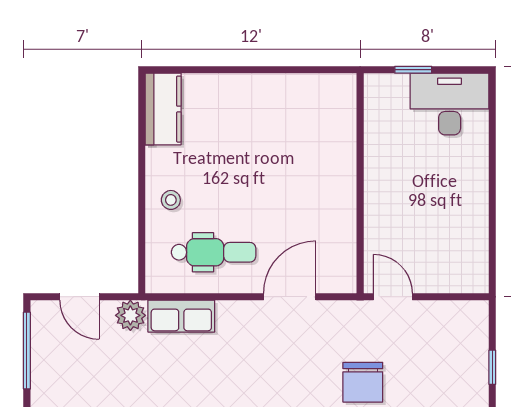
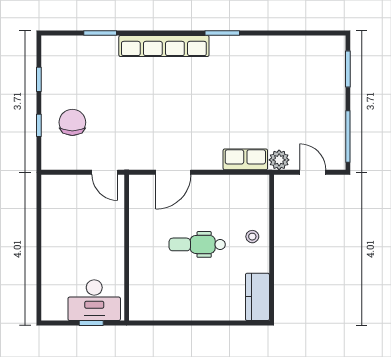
desk: (450, 104) -> (94, 300), moved
dental chair: (214, 252) -> (197, 244), moved
chair: (363, 382) -> (72, 122), moved

